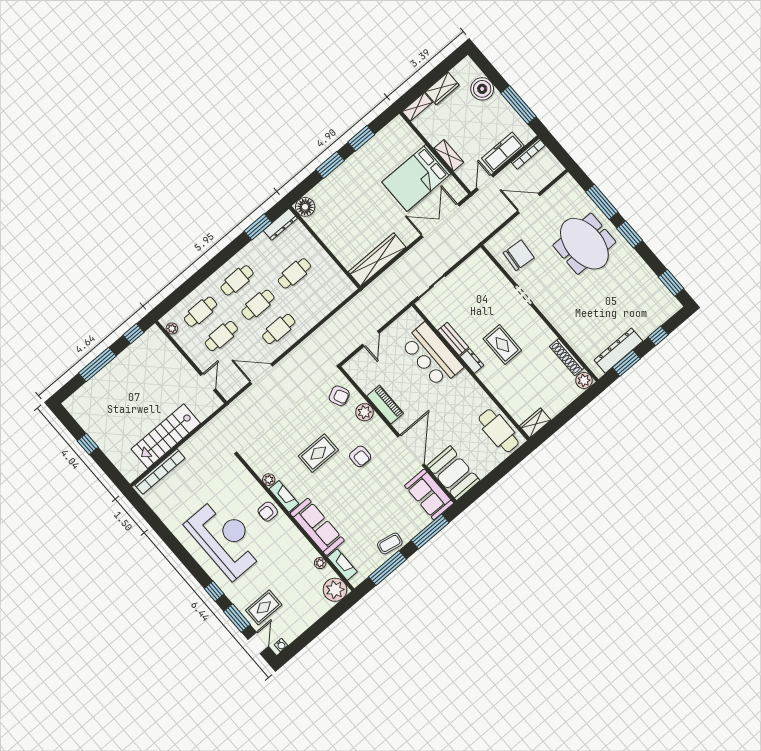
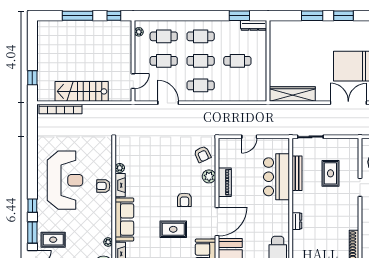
floor lamp: (305, 207) -> (277, 28), removed
bench: (453, 339) -> (297, 173), width x1.36
rug: (502, 345) -> (330, 173), moved
dresser: (472, 361) -> (297, 221), moved
window: (88, 444) -> (32, 78), moved
rug: (318, 453) -> (173, 229), moved

